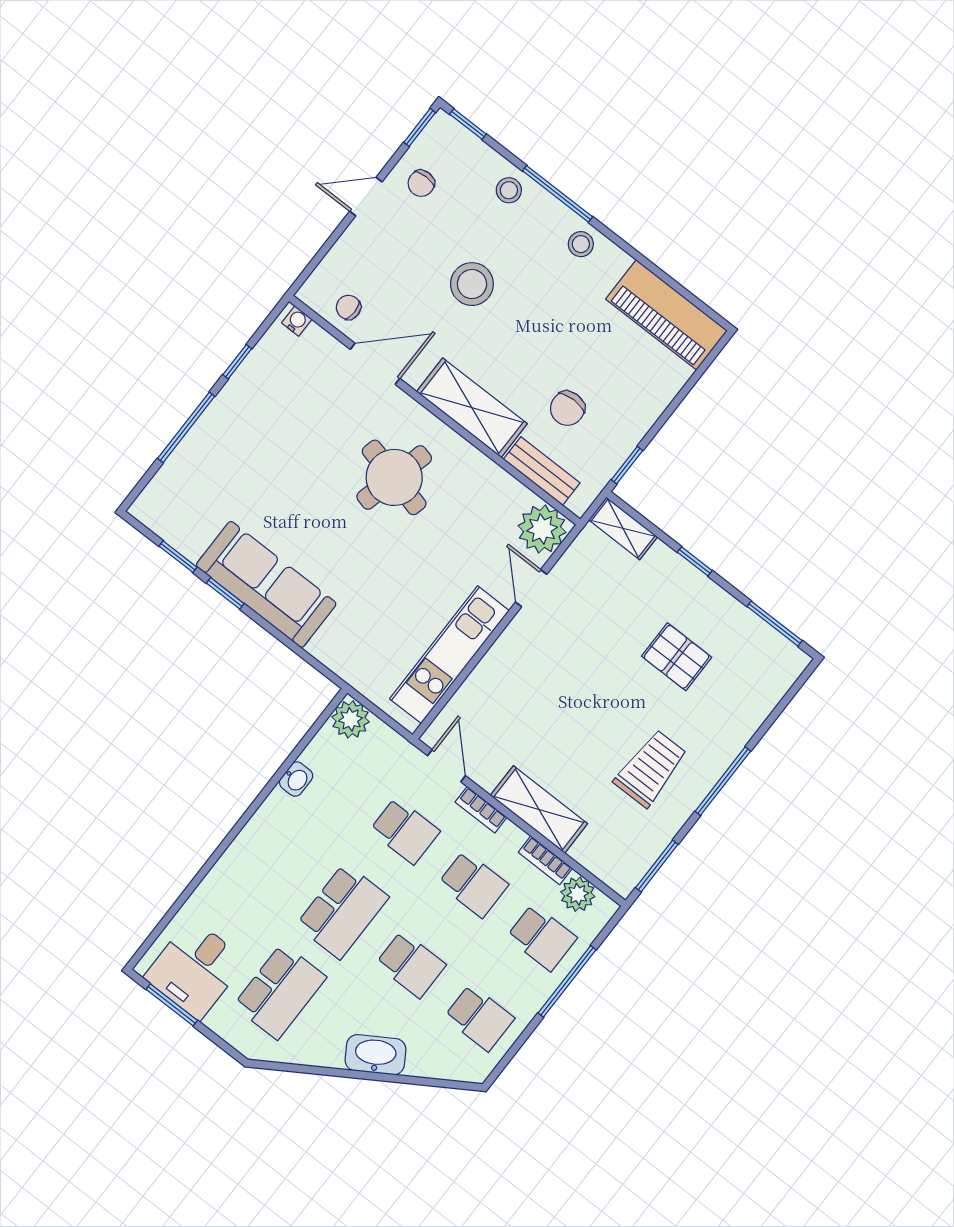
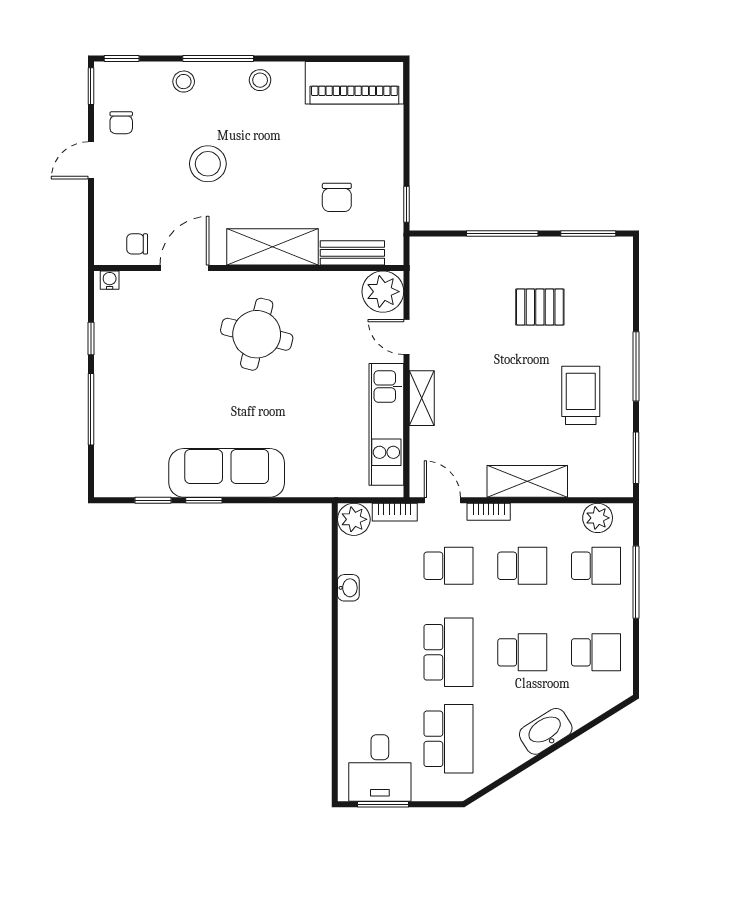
shelving: (623, 528) -> (422, 398), moved, turned 90
window: (695, 561) -> (502, 234), width x2.17
bookcase: (545, 860) -> (395, 512), moved

